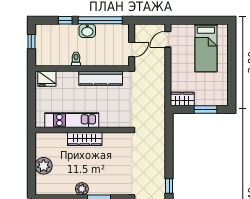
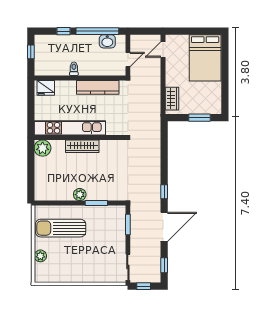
washbasin: (87, 31) -> (107, 41), moved
bed: (206, 48) -> (205, 58), width x1.50
wardrobe: (182, 99) -> (172, 99), moved, turned 90
kitchen unit: (72, 120) -> (70, 128), width x1.36
plant: (44, 166) -> (43, 148), moved

